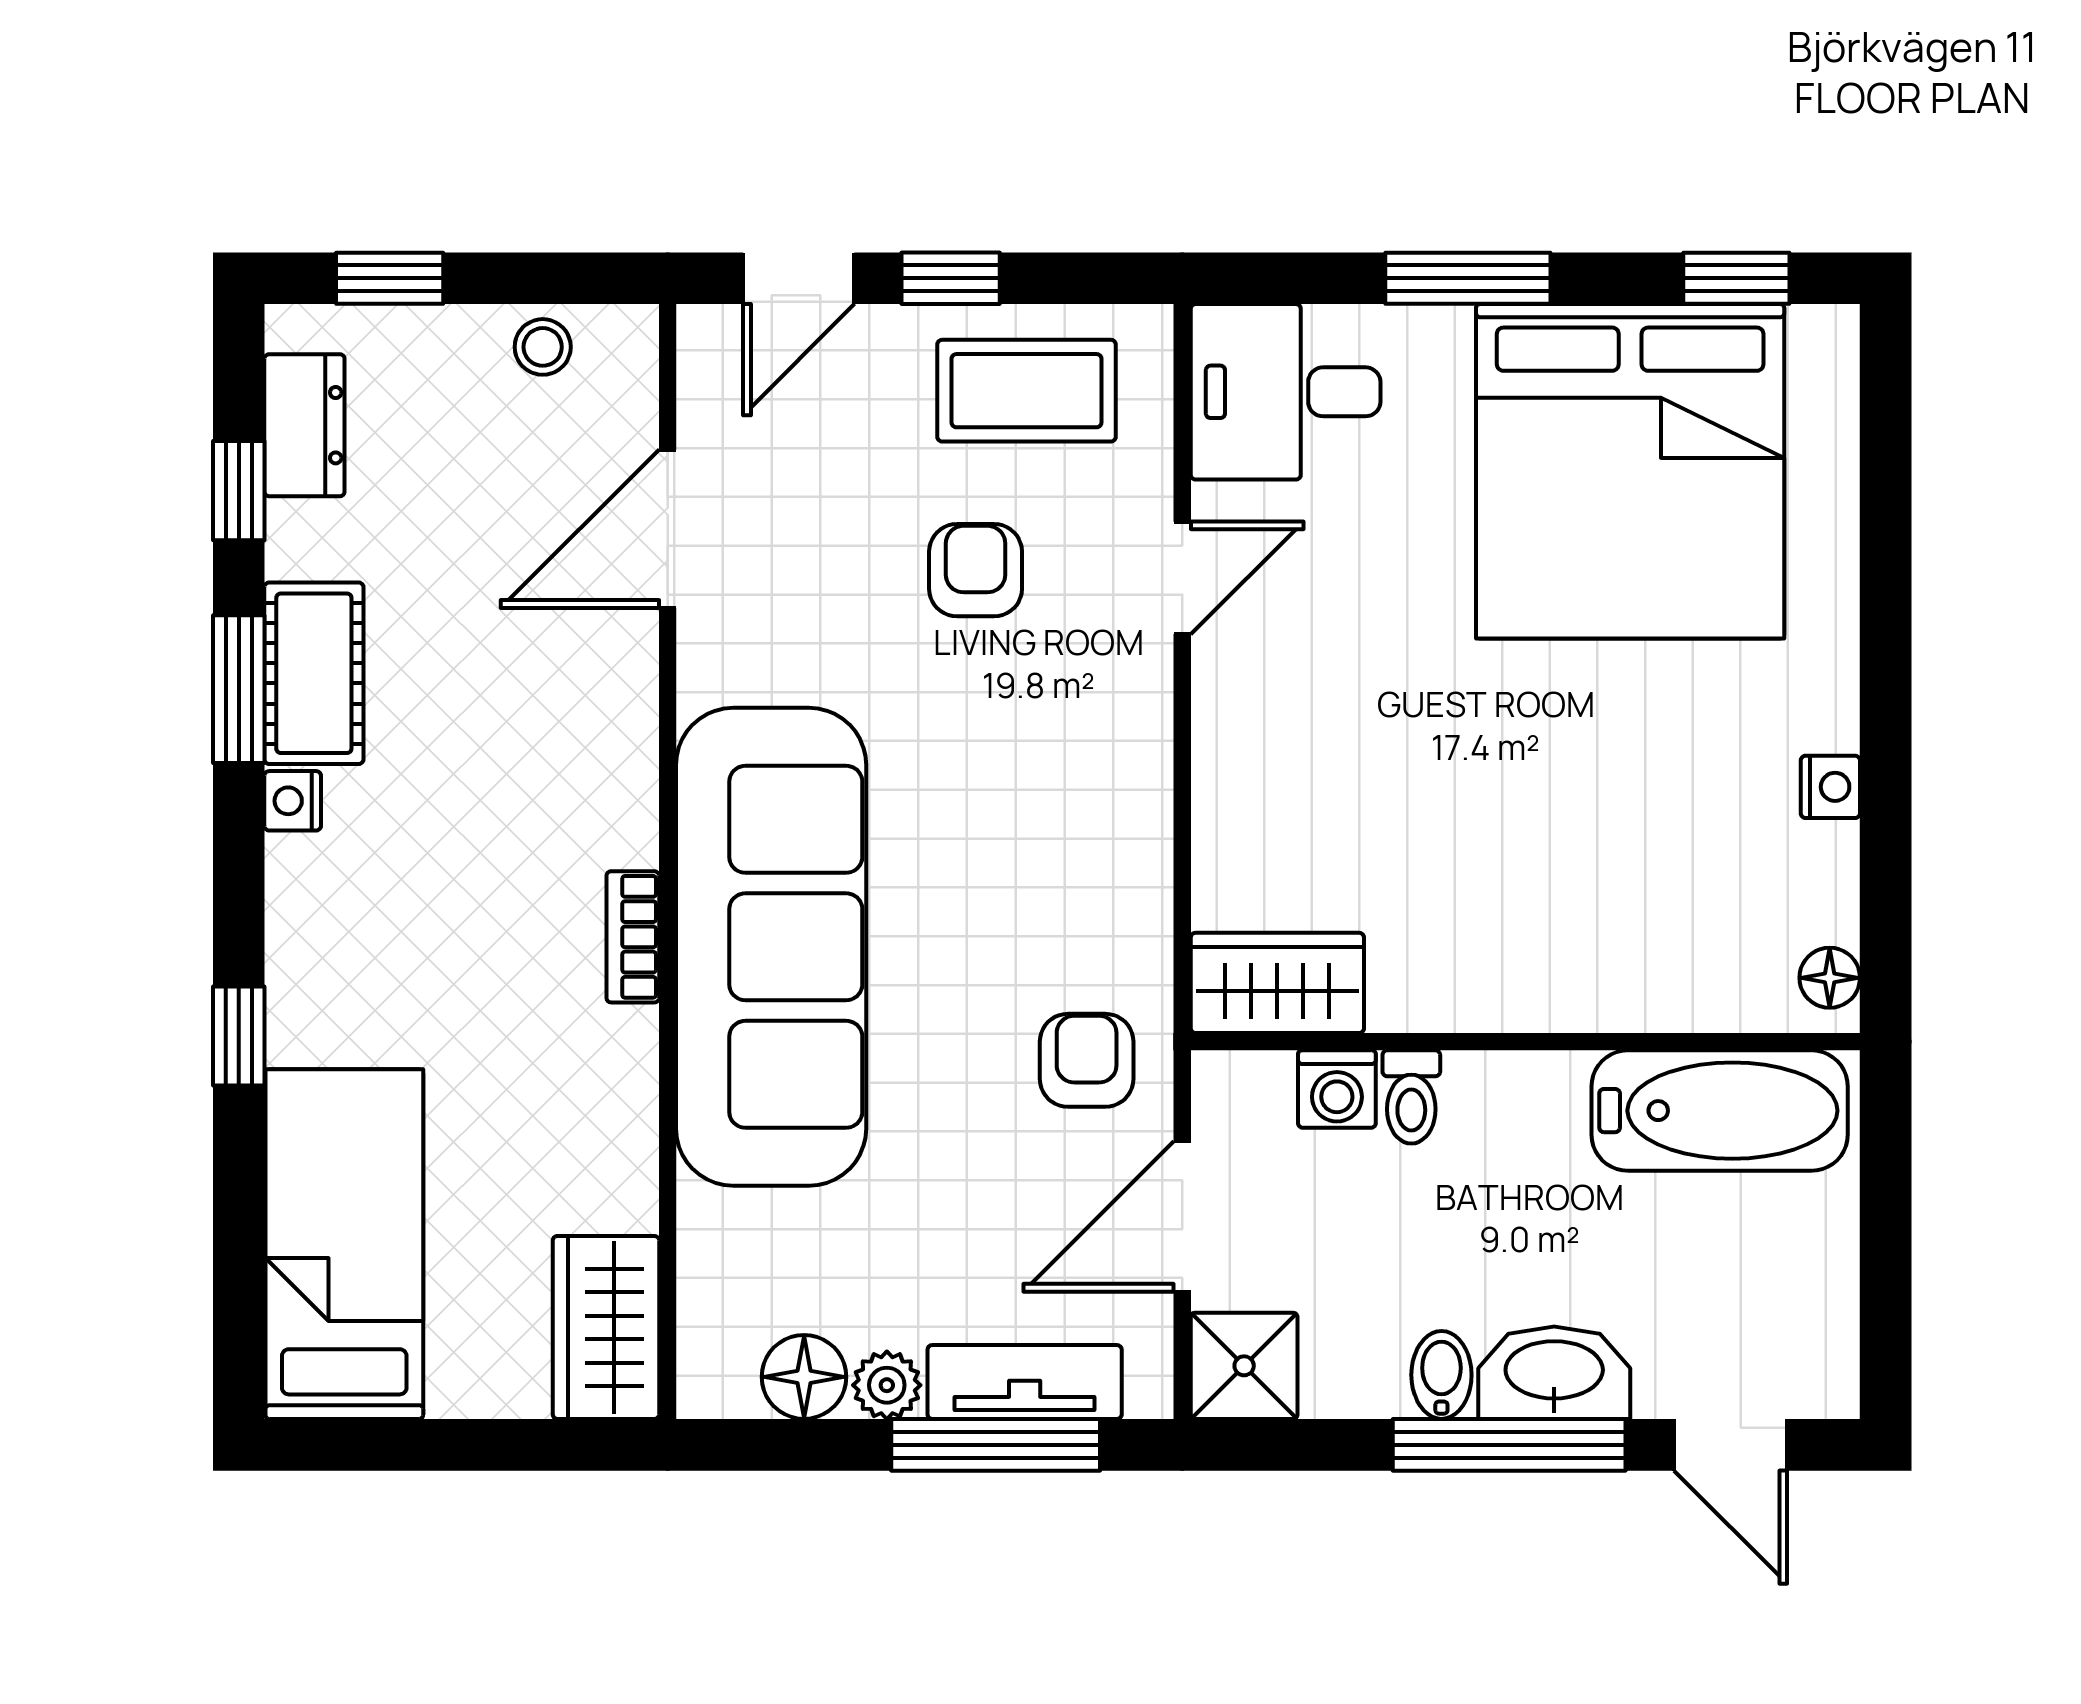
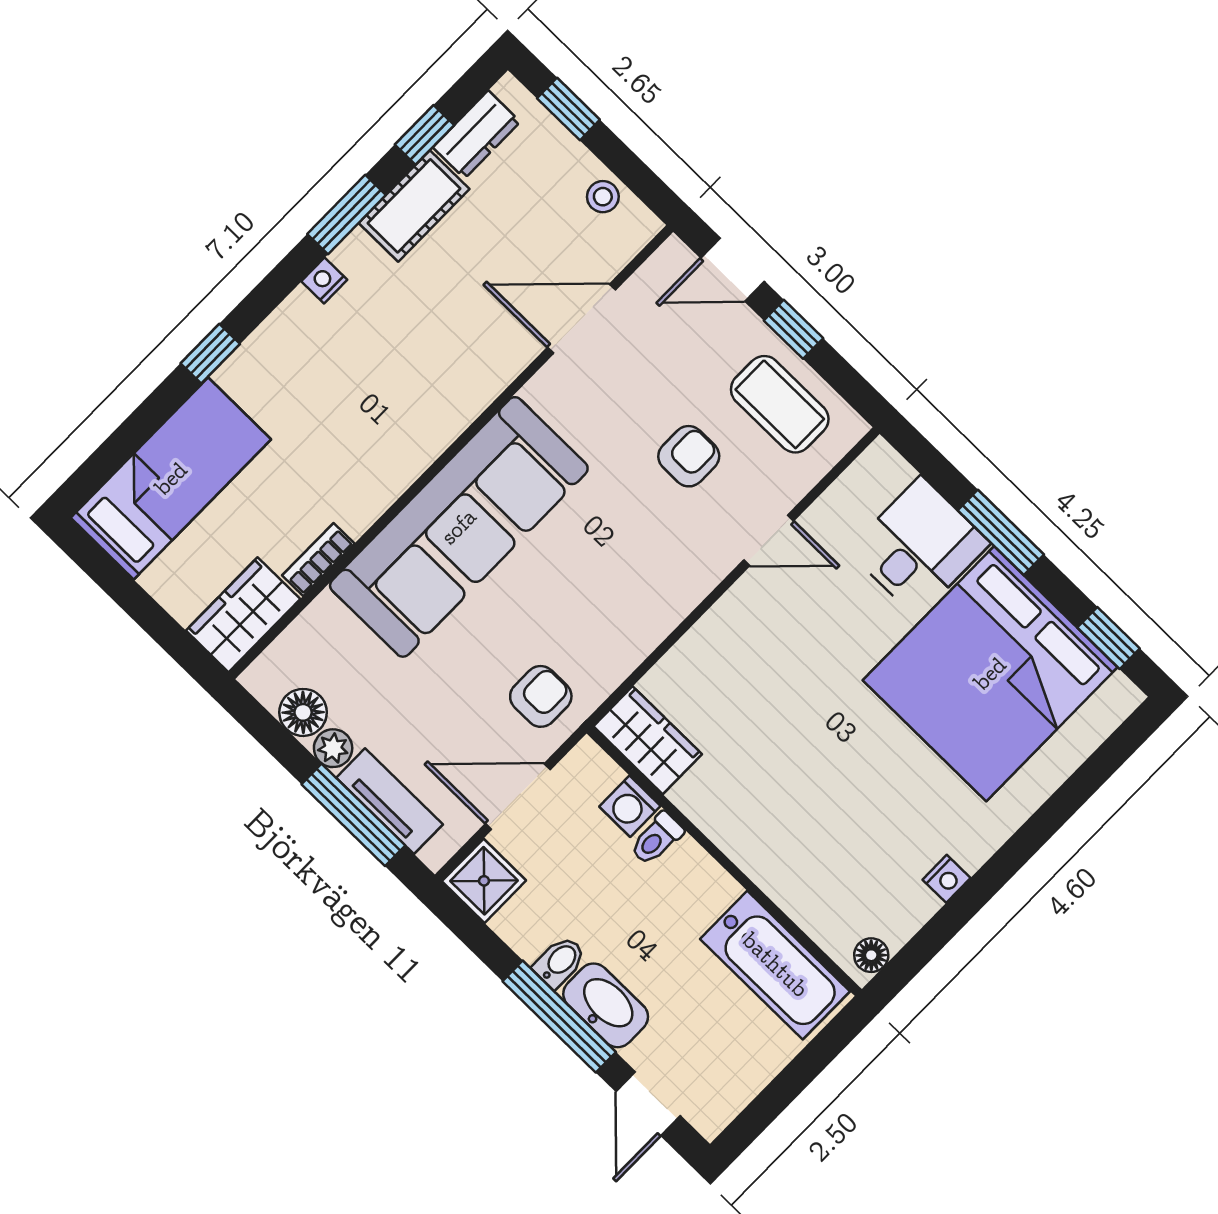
desk: (1286, 392) -> (919, 547), moved, turned 90
cot: (314, 673) -> (414, 206), moved
bookcase: (633, 937) -> (318, 559), moved

